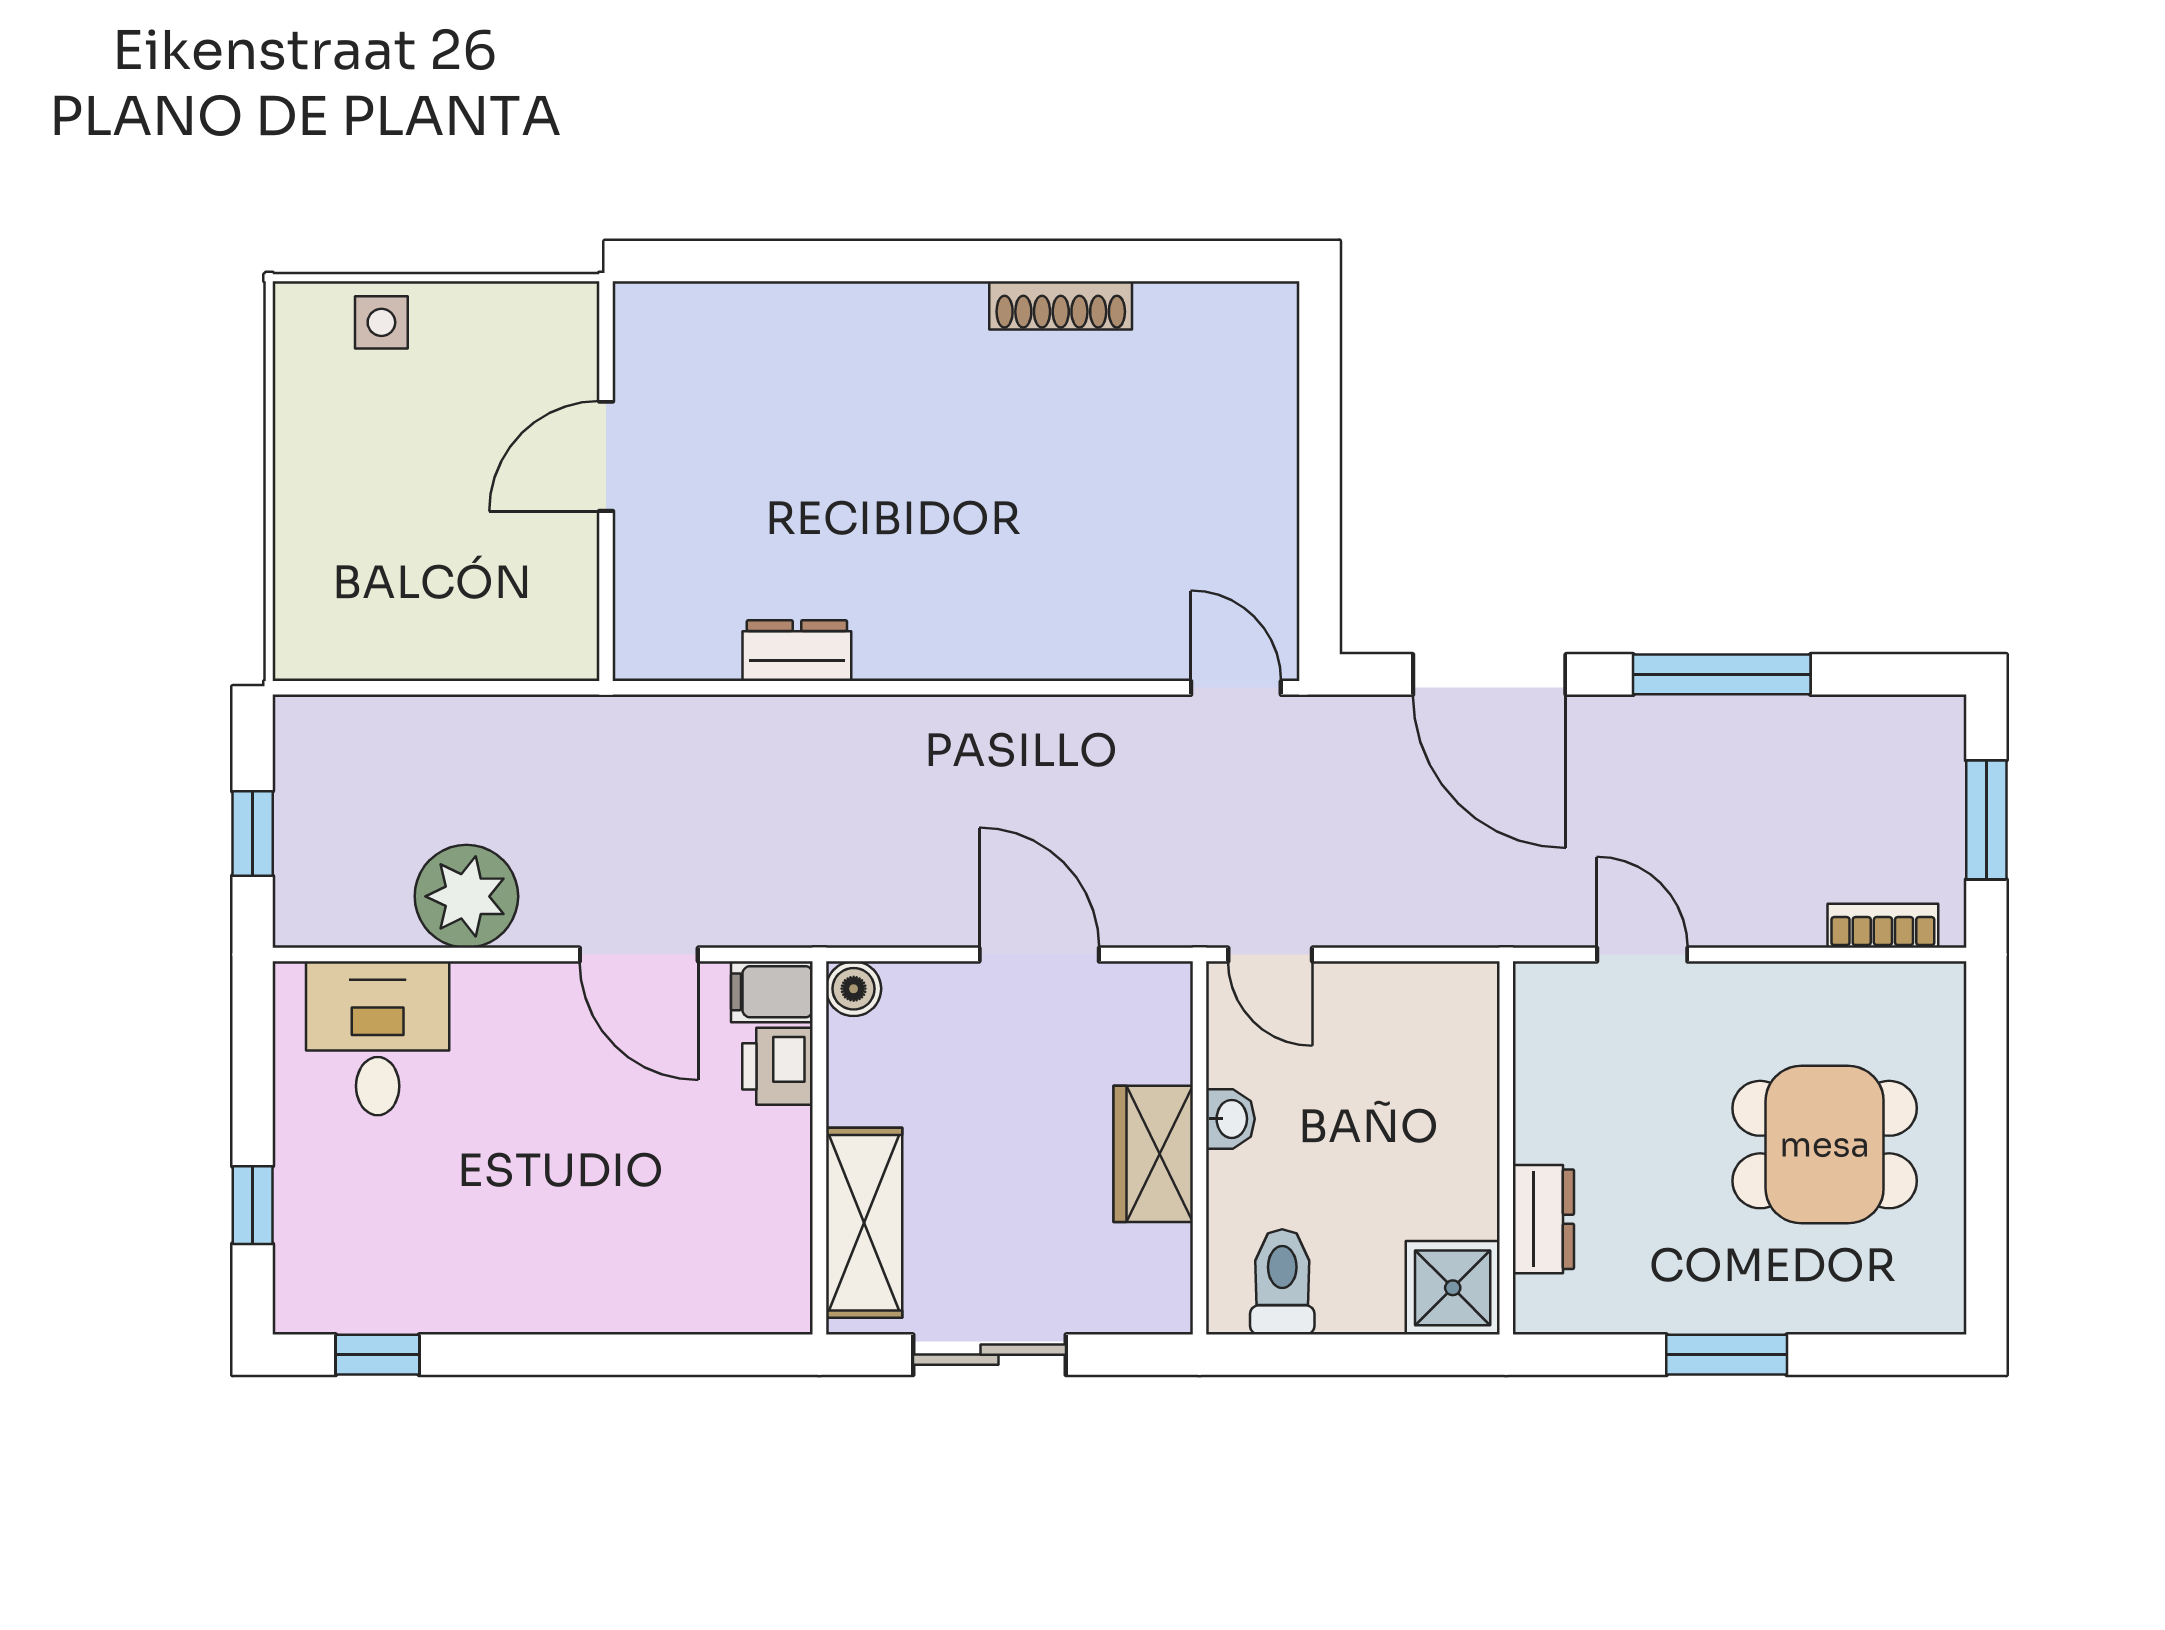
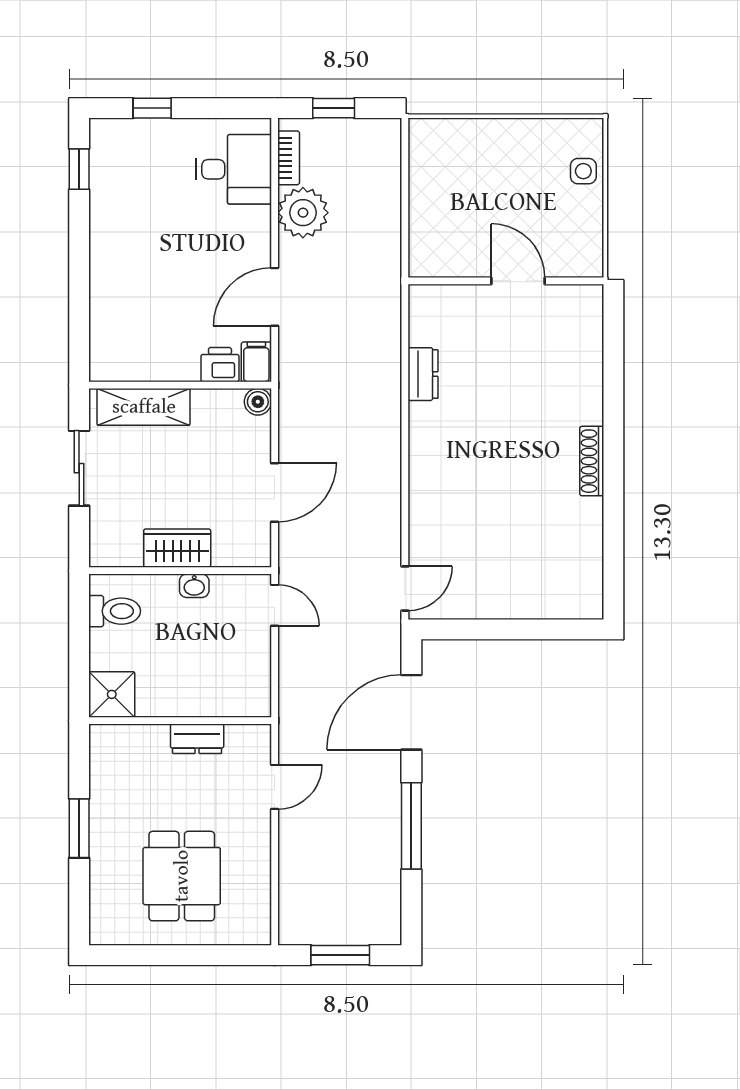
shoe rack: (1061, 305) -> (592, 461), moved
bookcase: (1883, 926) -> (289, 158), moved
door: (1270, 955) -> (275, 605), swing flipped
dresser: (1543, 1219) -> (197, 739), moved

